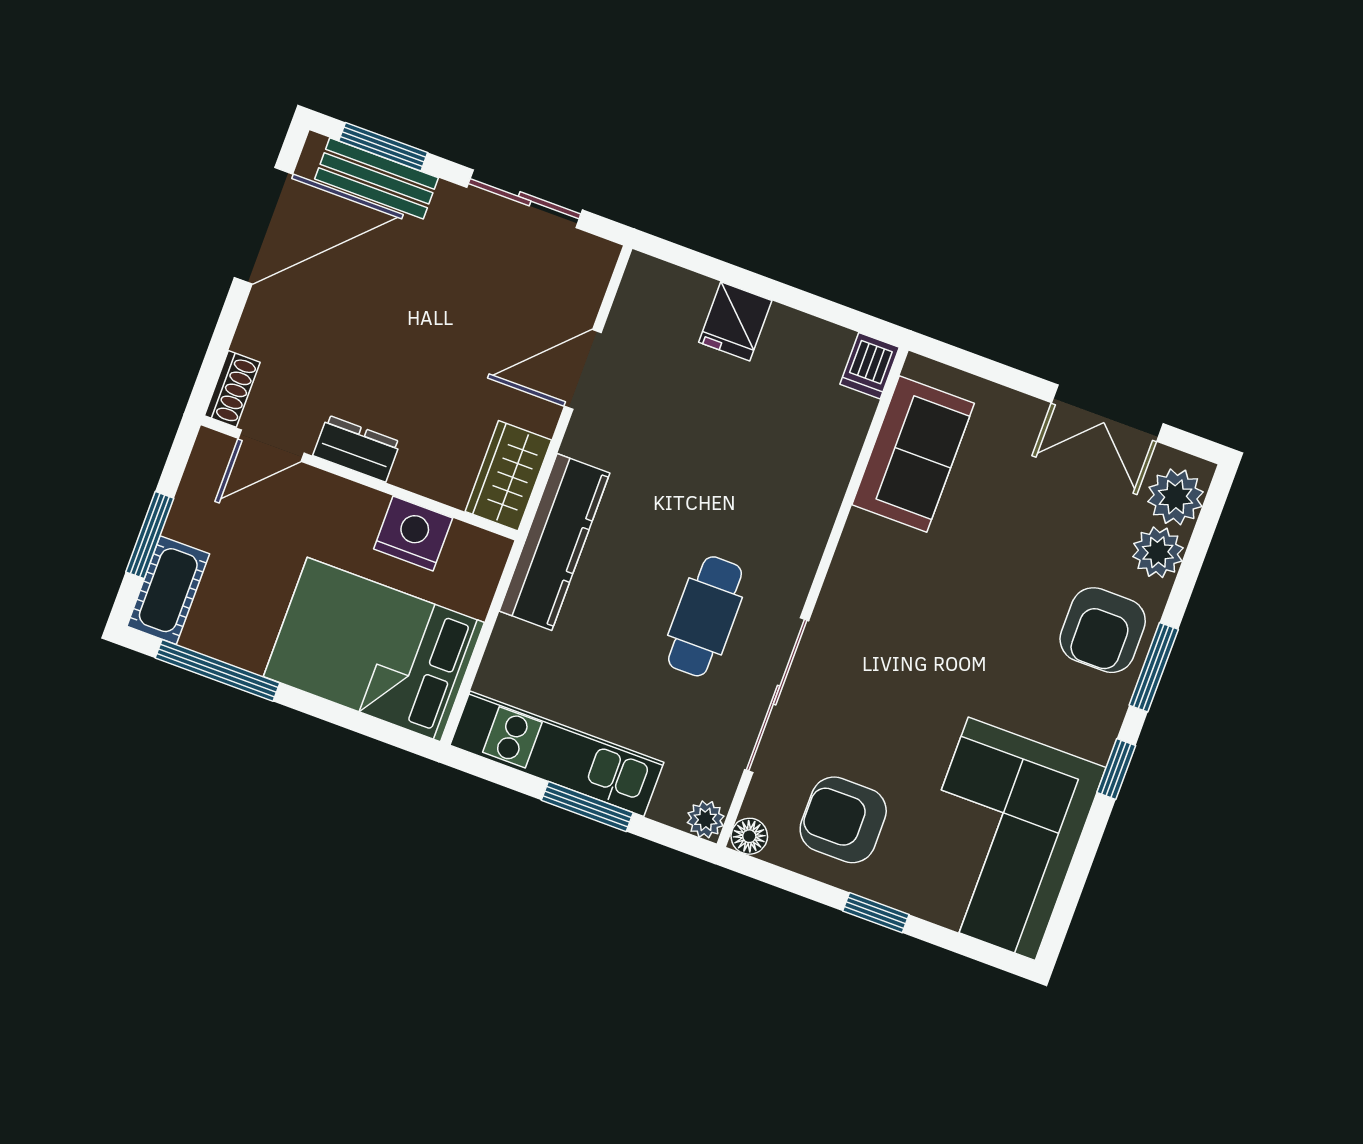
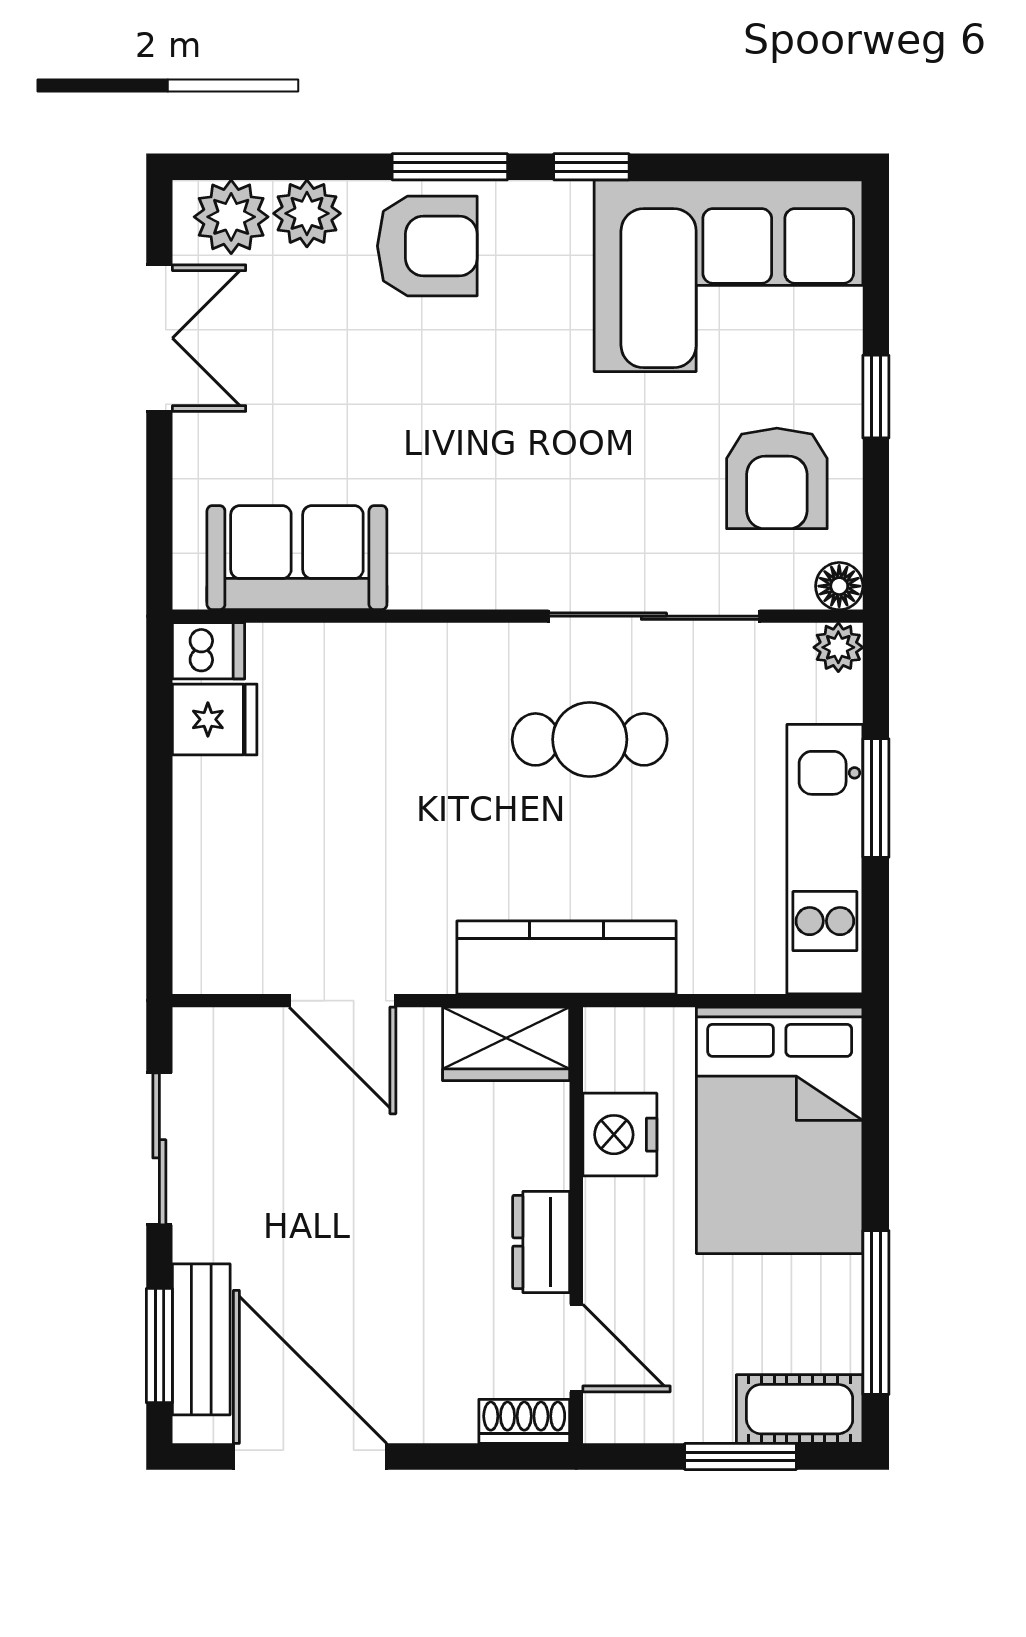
fridge: (735, 321) -> (215, 719), moved

